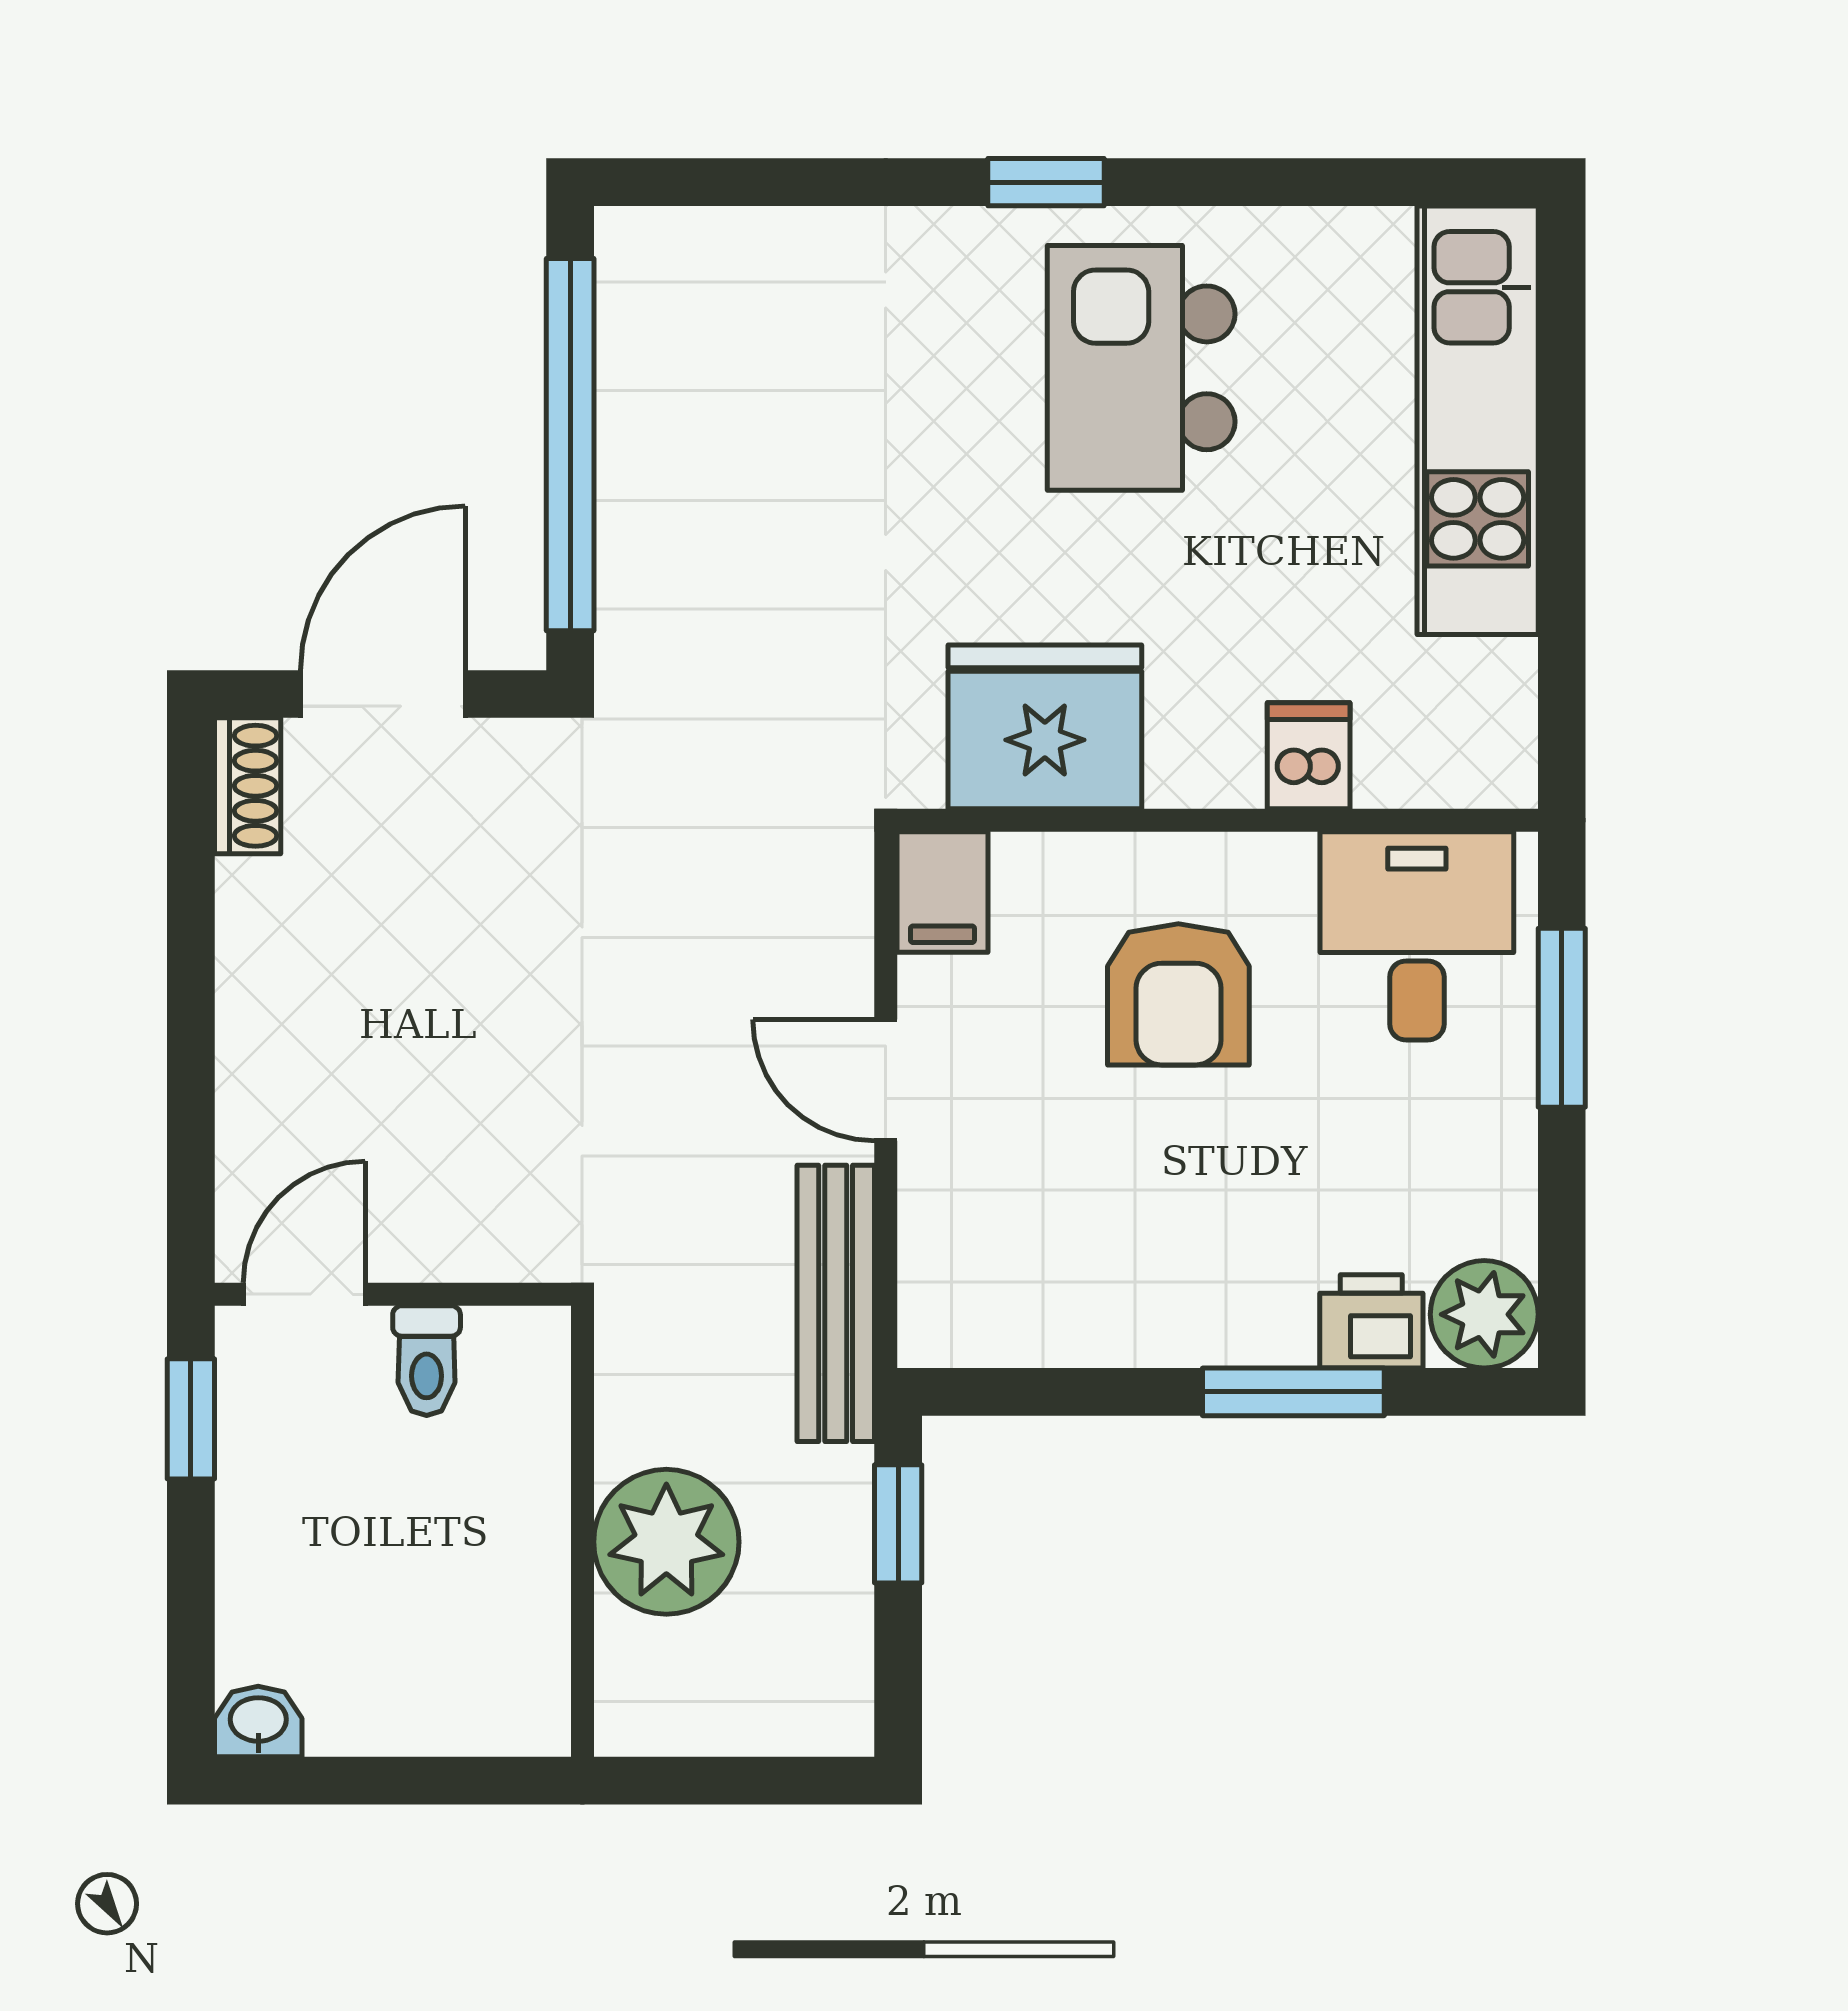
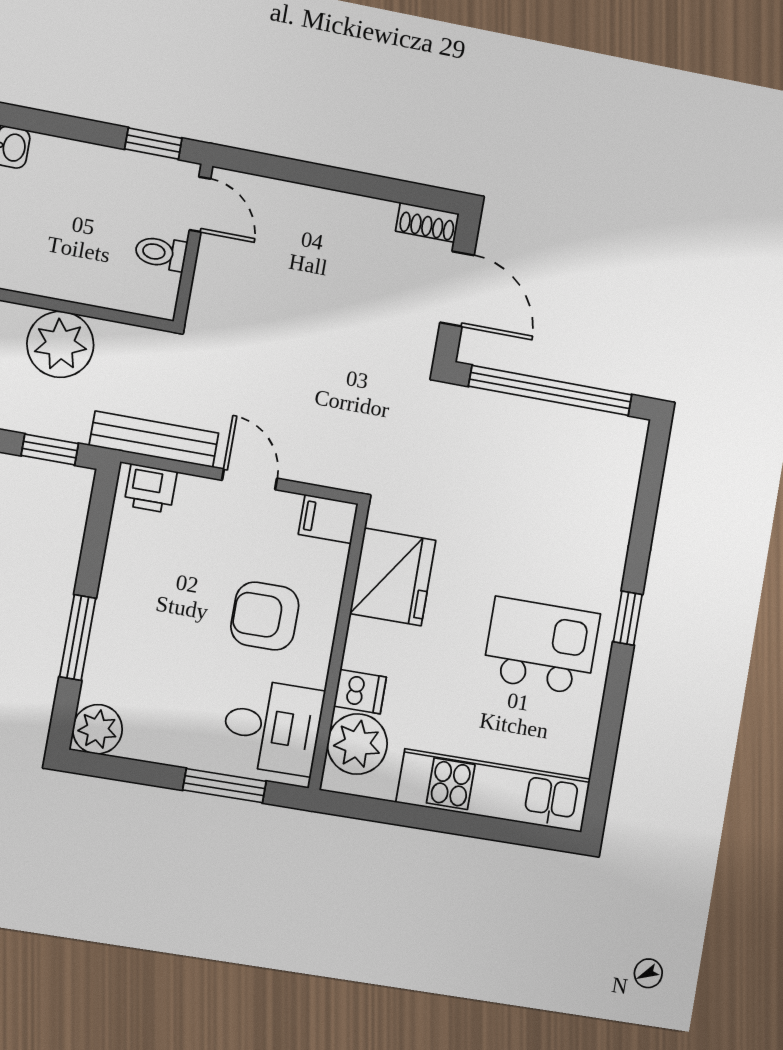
plant: (1424, 742) -> (357, 744), added
door: (886, 1080) -> (250, 479), hinge flipped
printer: (1371, 1321) -> (151, 488), moved, turned 90

